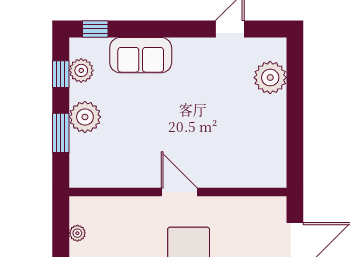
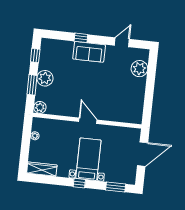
window: (95, 29) -> (81, 38), moved
sofa: (141, 55) -> (89, 52), moved
plant: (81, 70) -> (40, 107), moved

